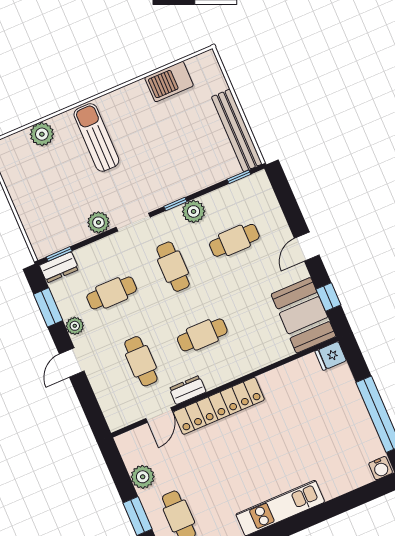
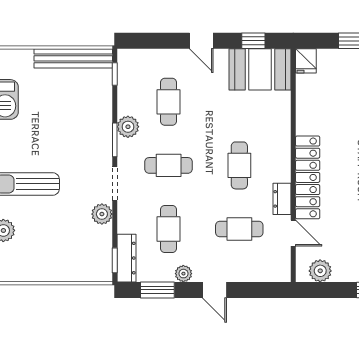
window: (175, 204) -> (115, 140), width x1.50
dresser: (59, 267) -> (126, 258), width x1.44
plant: (143, 477) -> (320, 271), moved

